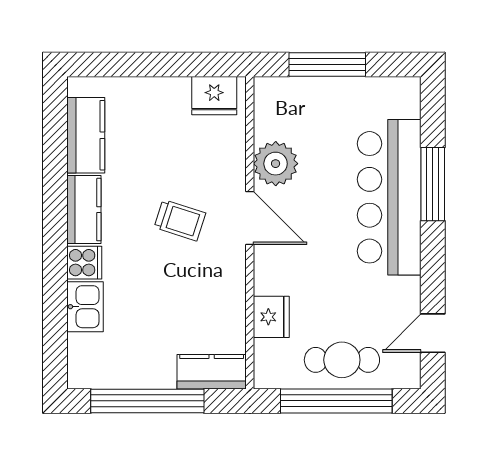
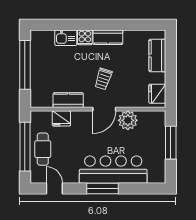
kitchen counter: (86, 135) -> (157, 55), moved, turned 90
window: (433, 184) -> (102, 188), moved
kitchen counter: (212, 372) -> (68, 100), moved, turned -90

